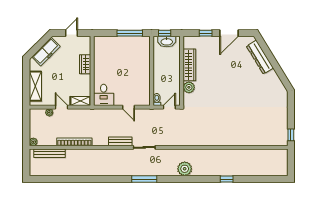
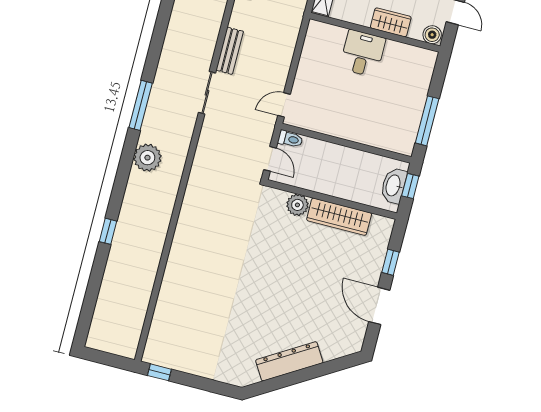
boiler: (86, 42) -> (432, 35), added
dresser: (260, 57) -> (289, 361), moved
desk: (104, 95) -> (363, 53), moved, turned 90
door: (128, 107) -> (284, 105), moved
window: (144, 179) -> (141, 105), moved

